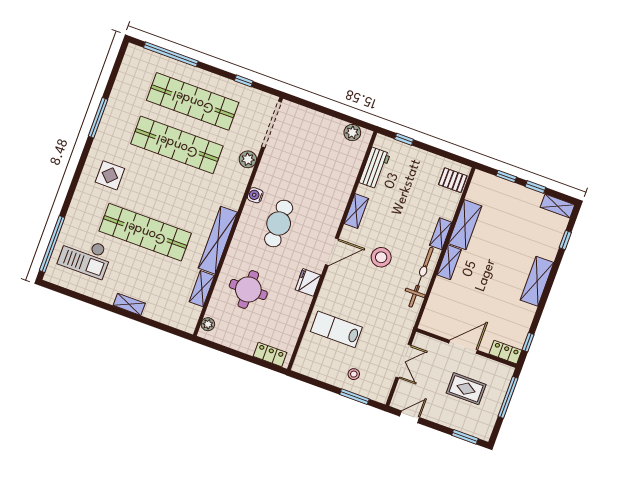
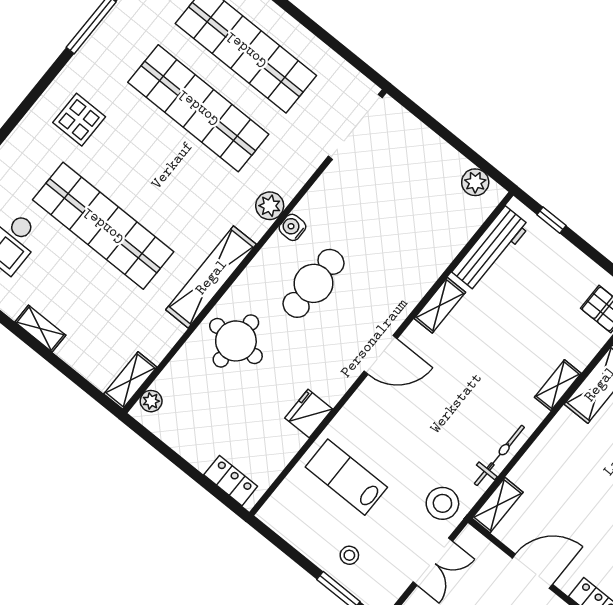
window: (244, 81) -> (335, 45), removed
plant: (248, 159) -> (270, 206), moved
workbench: (375, 168) -> (491, 249), width x1.38
stool: (381, 257) -> (442, 503), moved
shelving: (449, 262) -> (497, 505), moved
bicycle: (421, 277) -> (499, 455), width x0.73, depth x0.71
fridge: (308, 282) -> (309, 413), moved
shelving: (202, 289) -> (130, 380), moved
round table: (248, 289) -> (236, 341), moved

